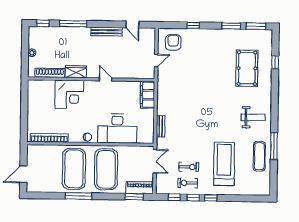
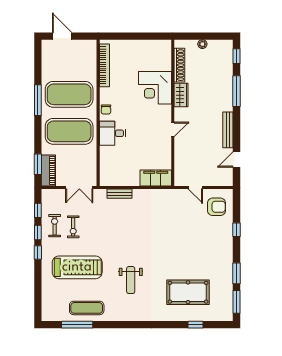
weight bench: (253, 117) -> (131, 280), moved
desk: (117, 128) -> (112, 133), width x0.53, depth x0.77
window: (274, 146) -> (77, 325), moved

